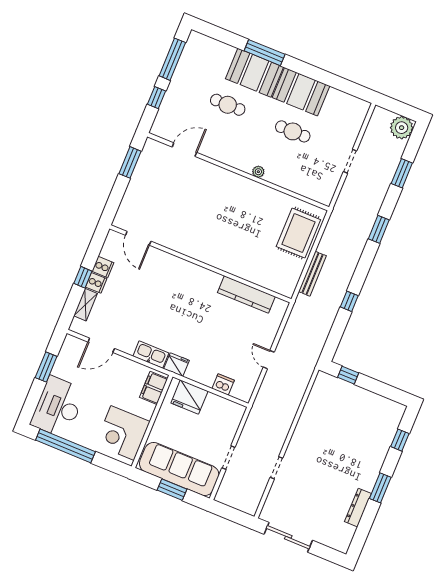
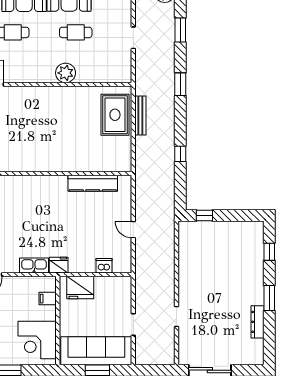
plant: (258, 172) -> (66, 73), width x1.88, depth x1.88
bench: (312, 274) -> (140, 115), moved
filing cabinet: (154, 388) -> (48, 299), width x0.50

